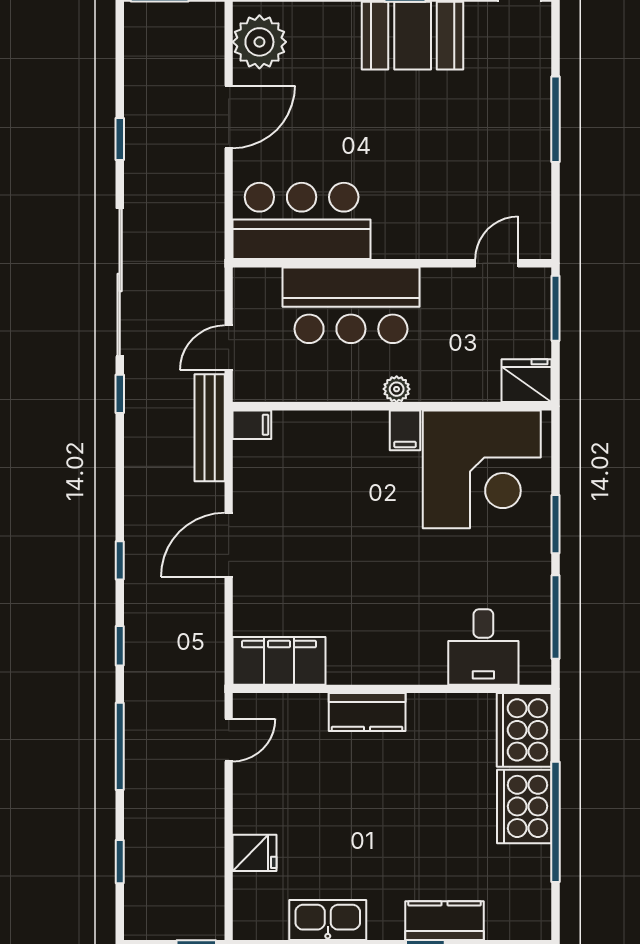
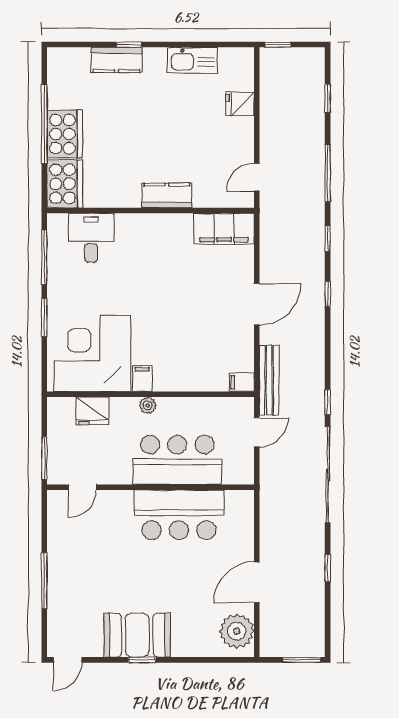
bar counter: (302, 221) -> (179, 515), moved
fridge: (527, 381) -> (92, 411), moved

